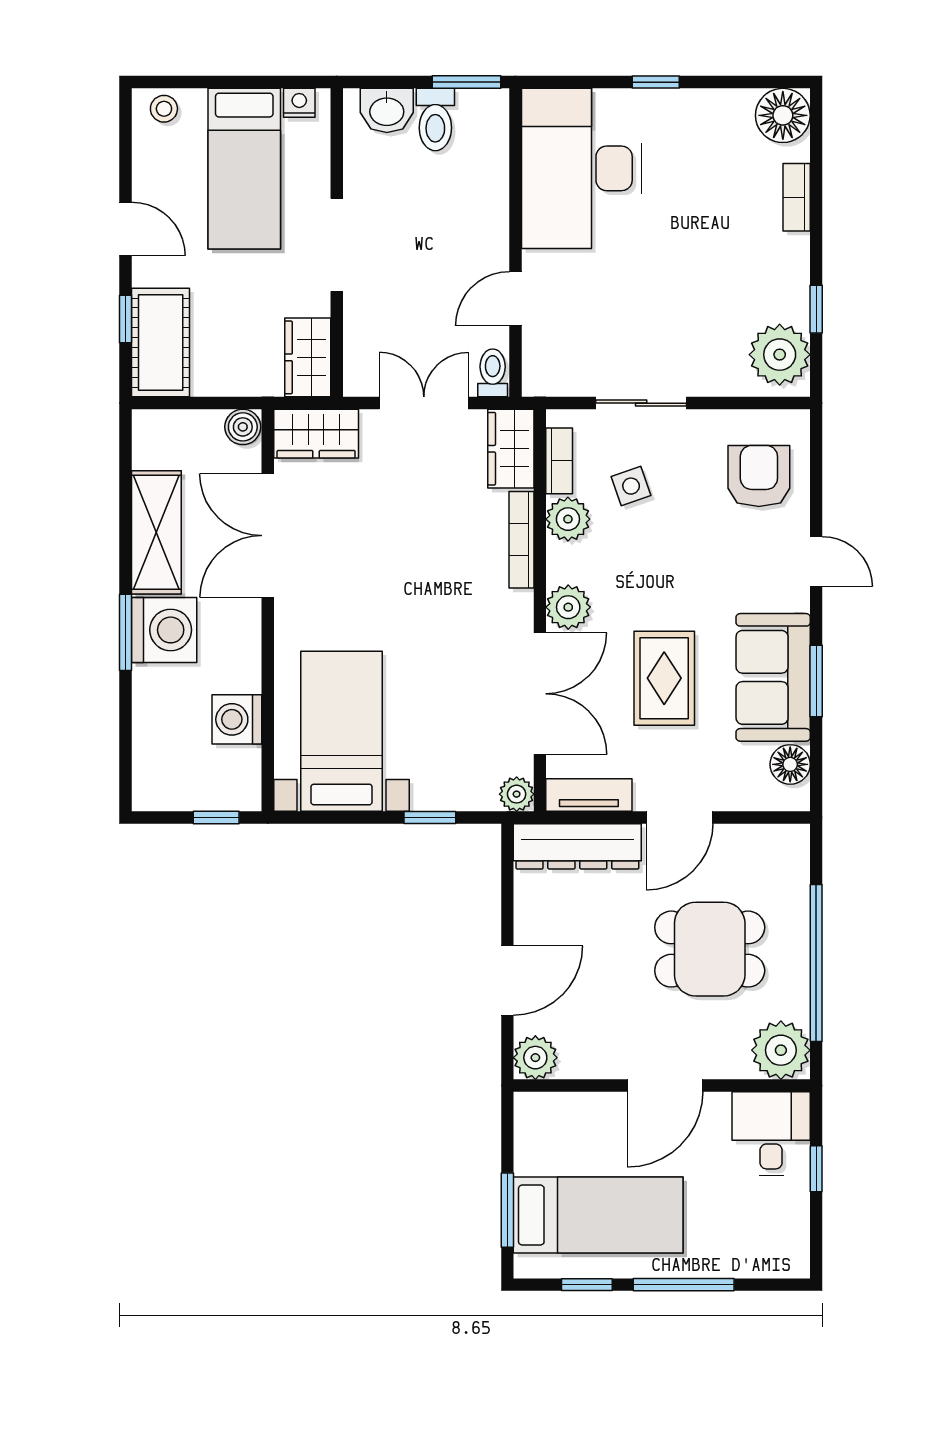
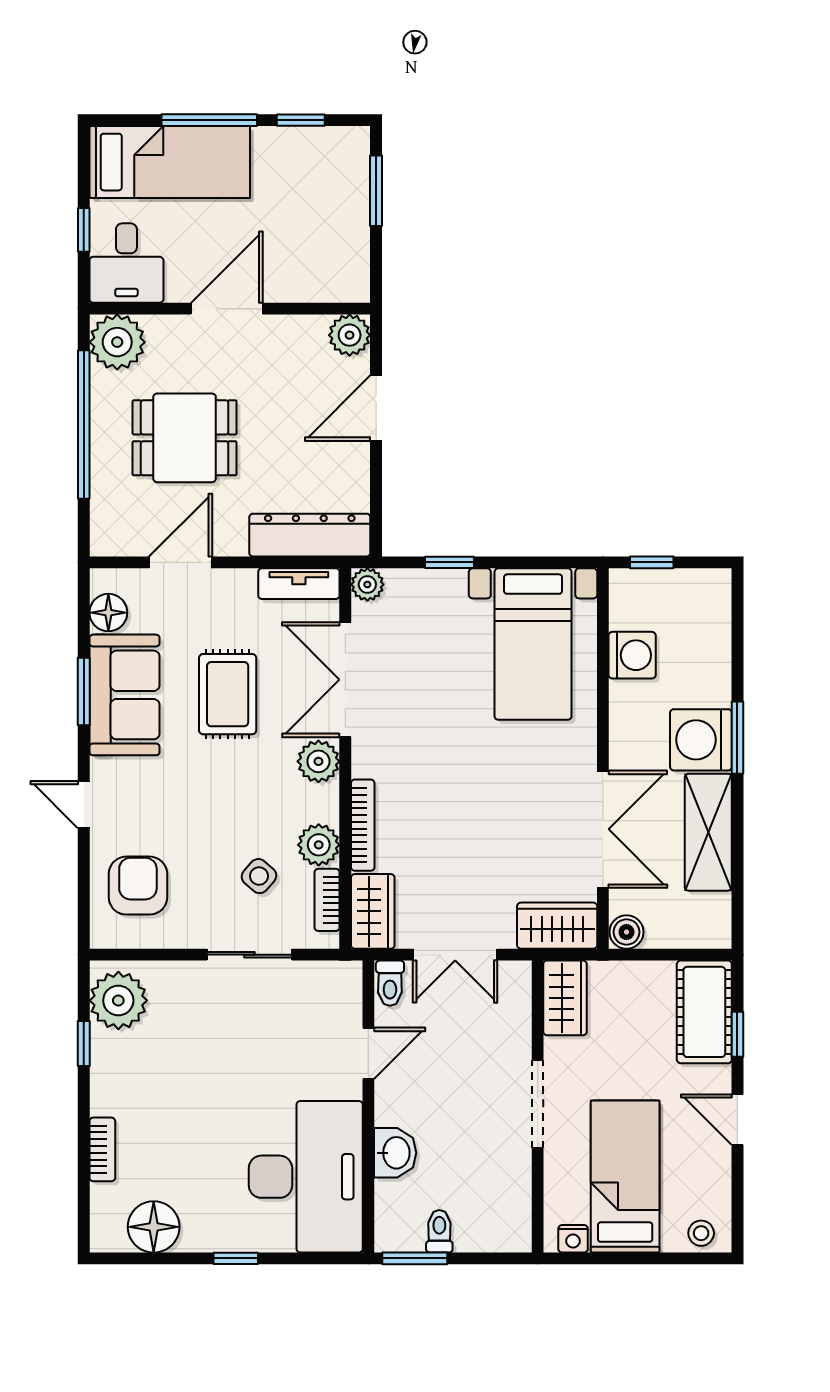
washbasin: (387, 110) -> (395, 1153), moved, turned 90
floor lamp: (783, 115) -> (154, 1227), moved
toilet: (435, 119) -> (439, 1231), width x0.73, depth x0.72
armchair: (759, 476) -> (138, 886), turned 180
side table: (631, 486) -> (259, 876), turned -30
door: (680, 817) -> (181, 562), moved
bed: (598, 1215) -> (170, 162), moved, turned 180

